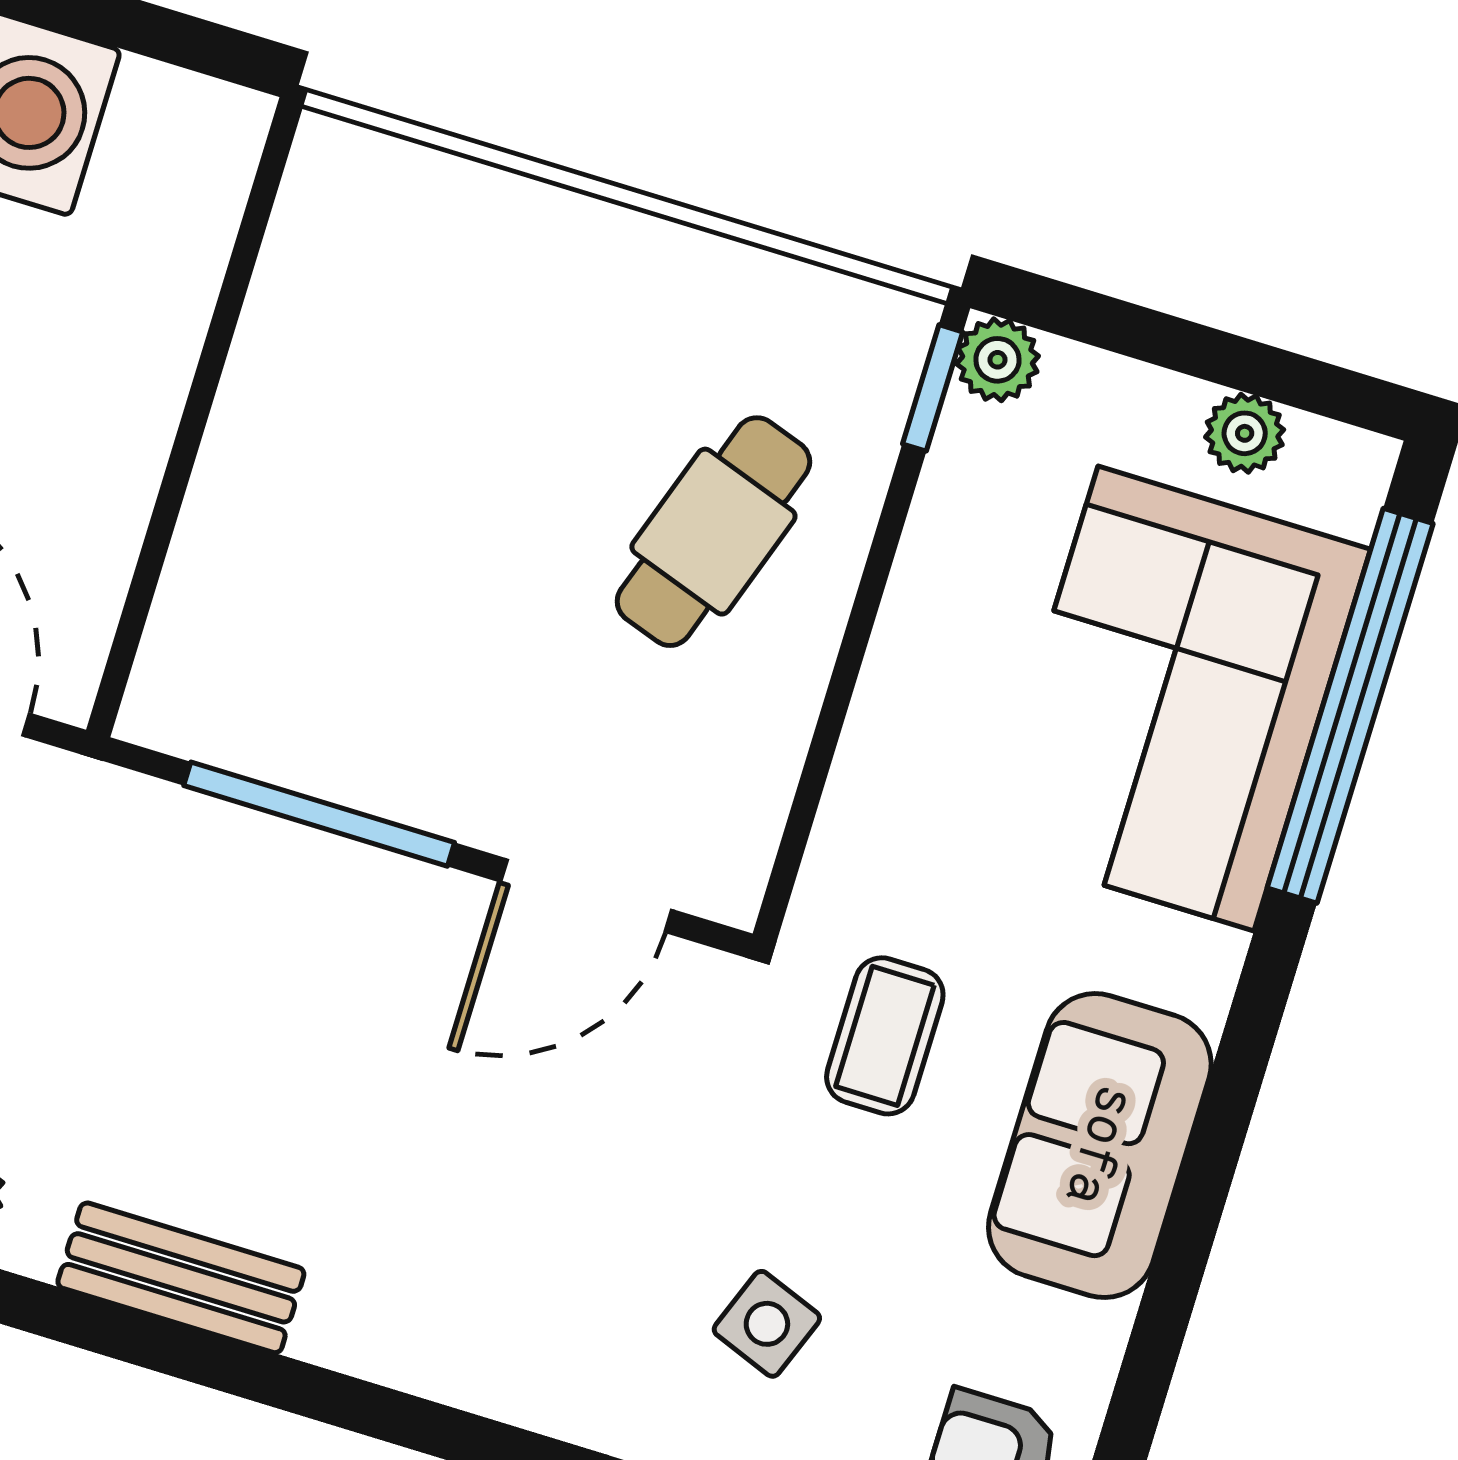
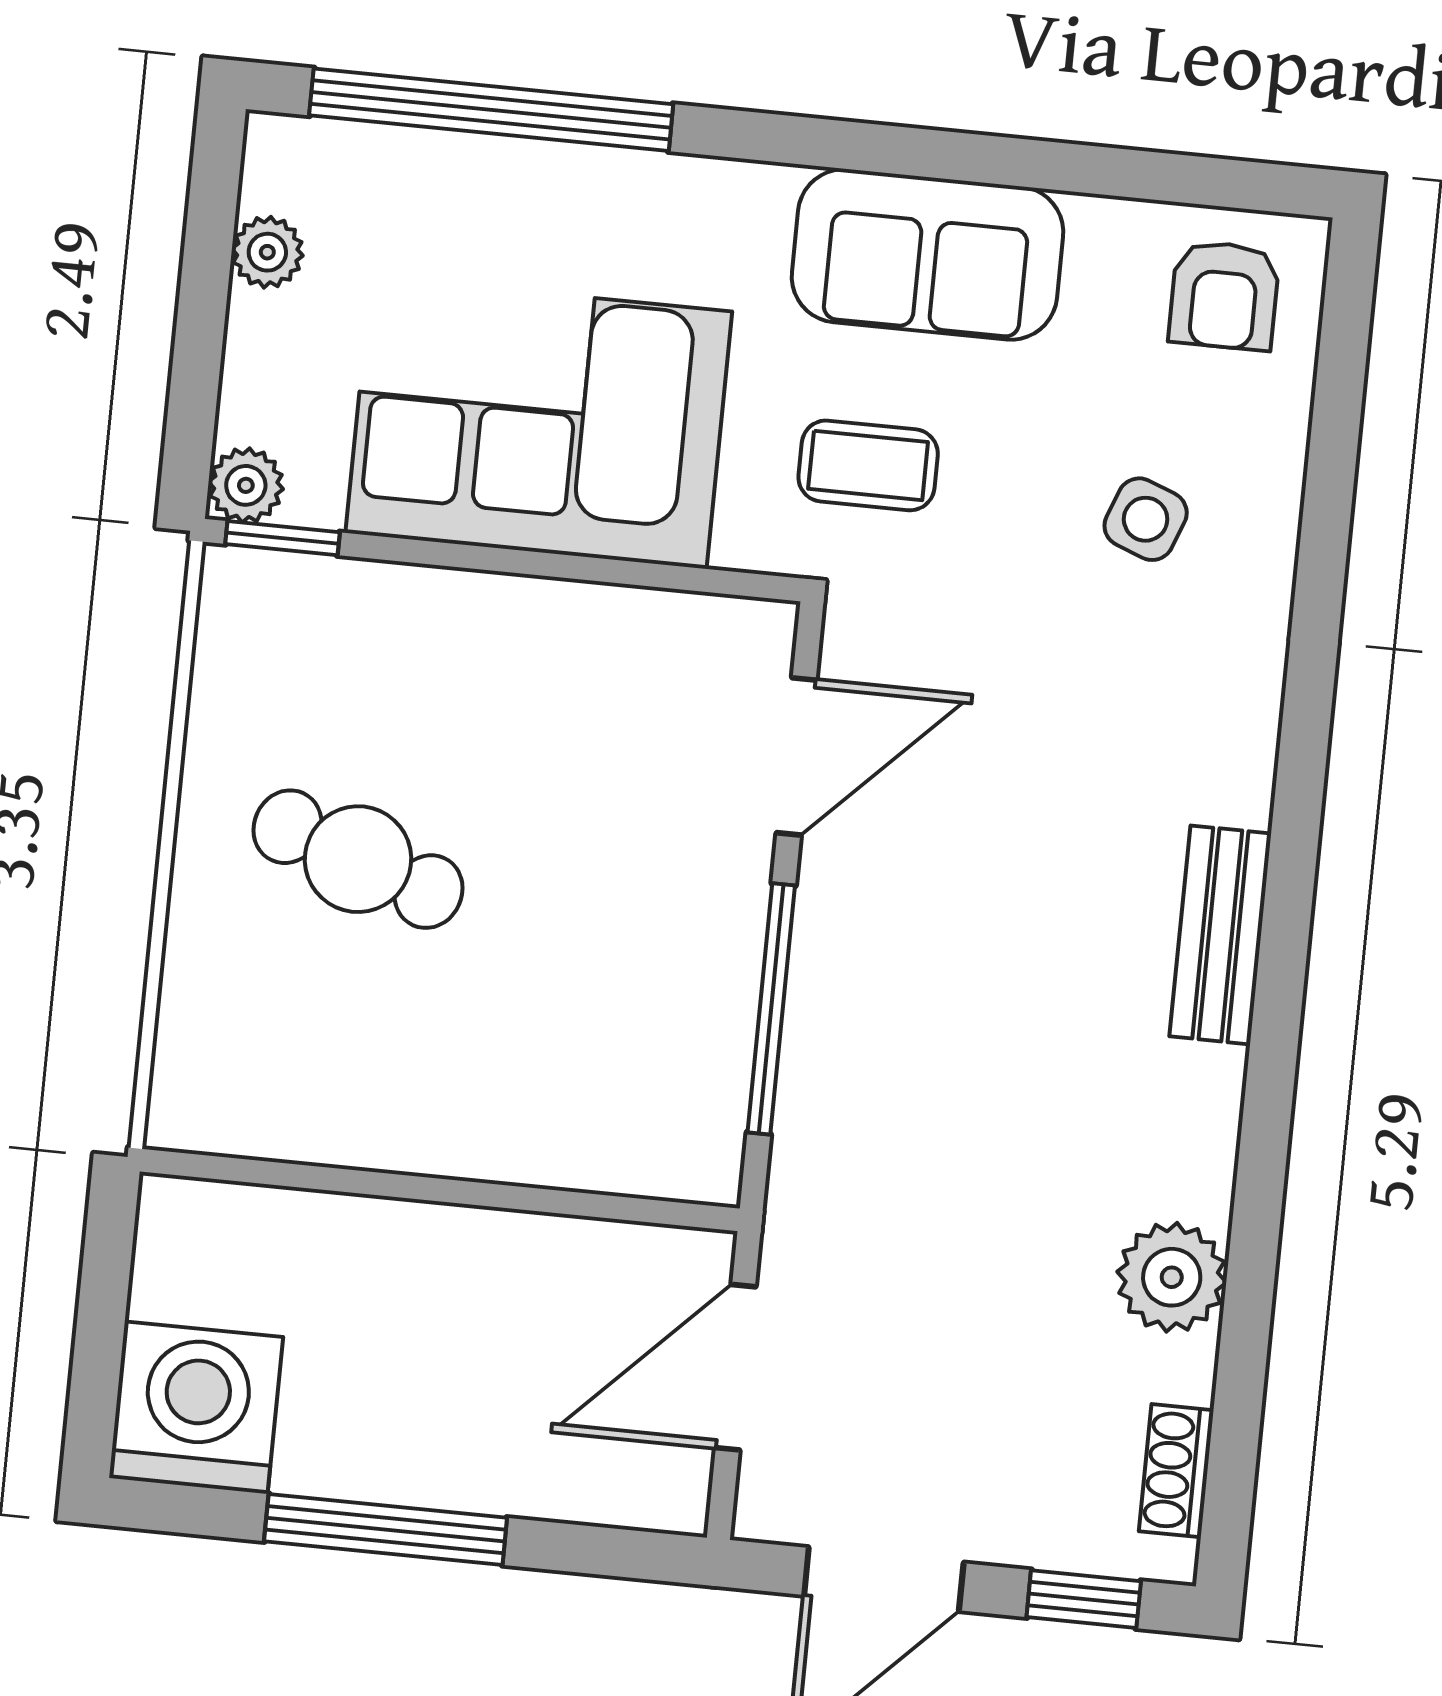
cafe table: (713, 532) -> (358, 859), moved
corner sofa: (1176, 698) -> (539, 422), moved, turned 180
door: (586, 896) -> (796, 756), hinge flipped
bench: (181, 1278) -> (1220, 935), moved

